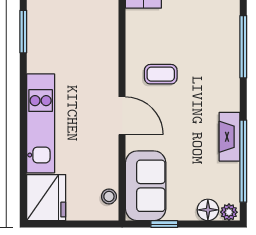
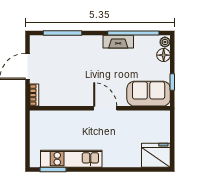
coffee table: (161, 74) -> (79, 84), removed
door: (122, 116) -> (105, 108), hinge flipped
kitchen unit: (41, 123) -> (71, 159), moved
stool: (109, 196) -> (155, 116), removed

